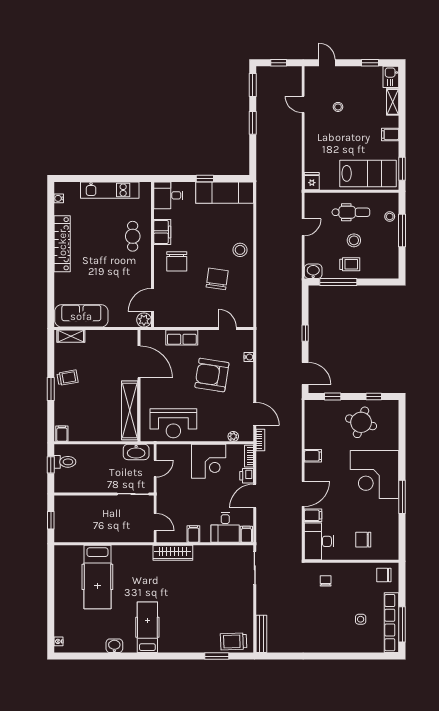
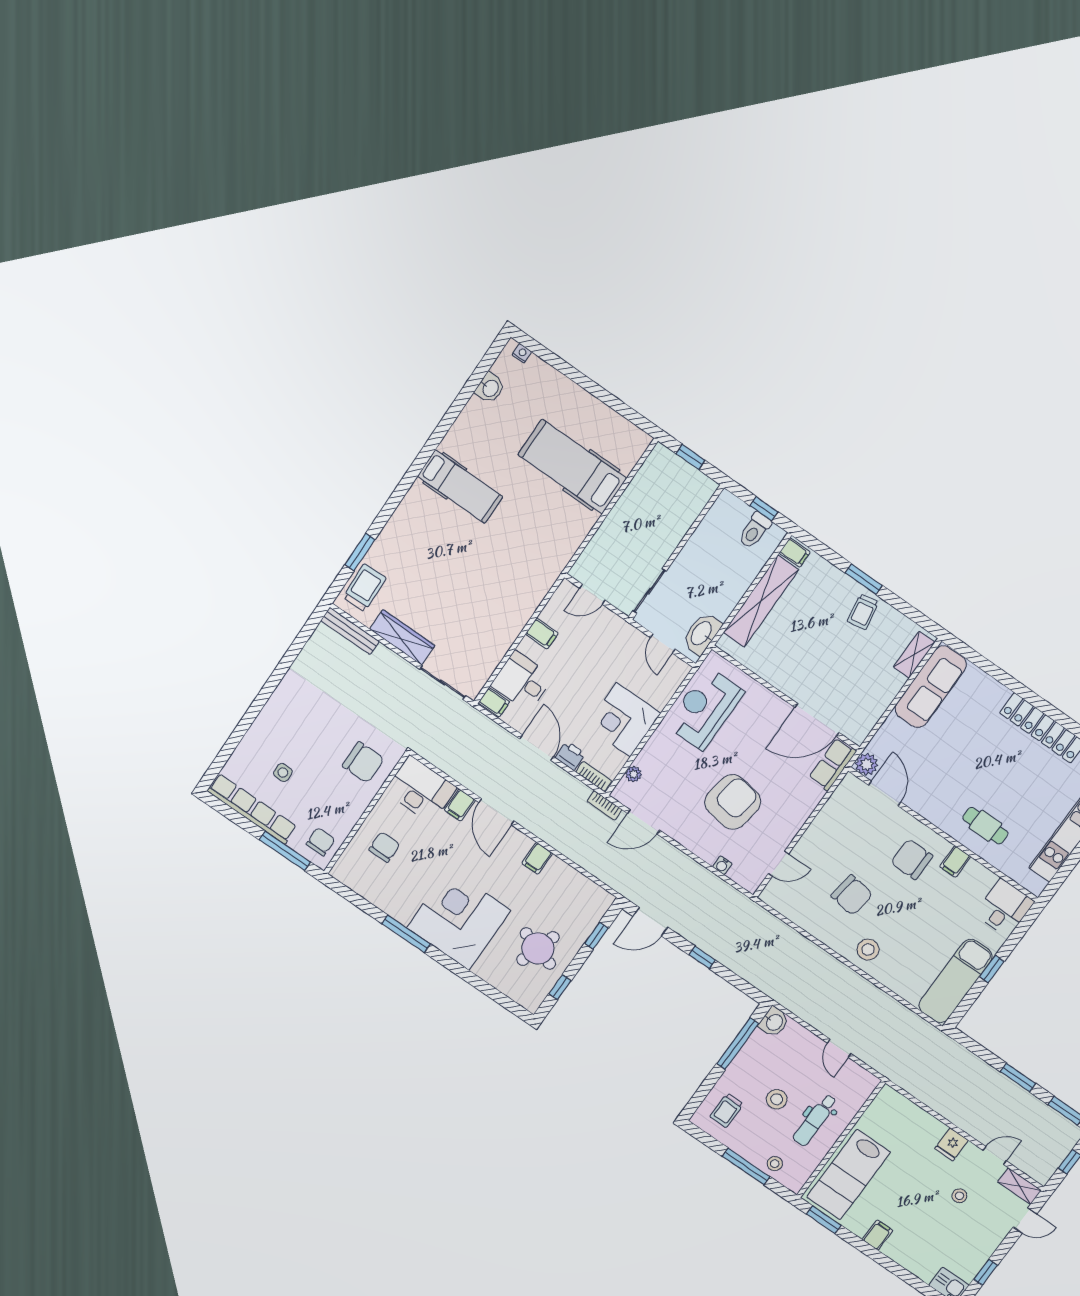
shelving: (393, 102) -> (1019, 1186), moved
fridge: (312, 181) -> (952, 1144), moved, turned 90
filing cabinet: (162, 232) -> (955, 862), width x0.50
trolley: (350, 264) -> (727, 1110), moved
row of seats: (182, 337) -> (833, 764), moved
shelving: (130, 410) -> (761, 601), moved, turned 90
wardrobe: (173, 553) -> (402, 637), moved, turned 90
chair: (326, 581) -> (363, 762), width x1.87, depth x1.87
window: (402, 624) -> (285, 851), moved
washbasin: (114, 646) -> (490, 388), moved

